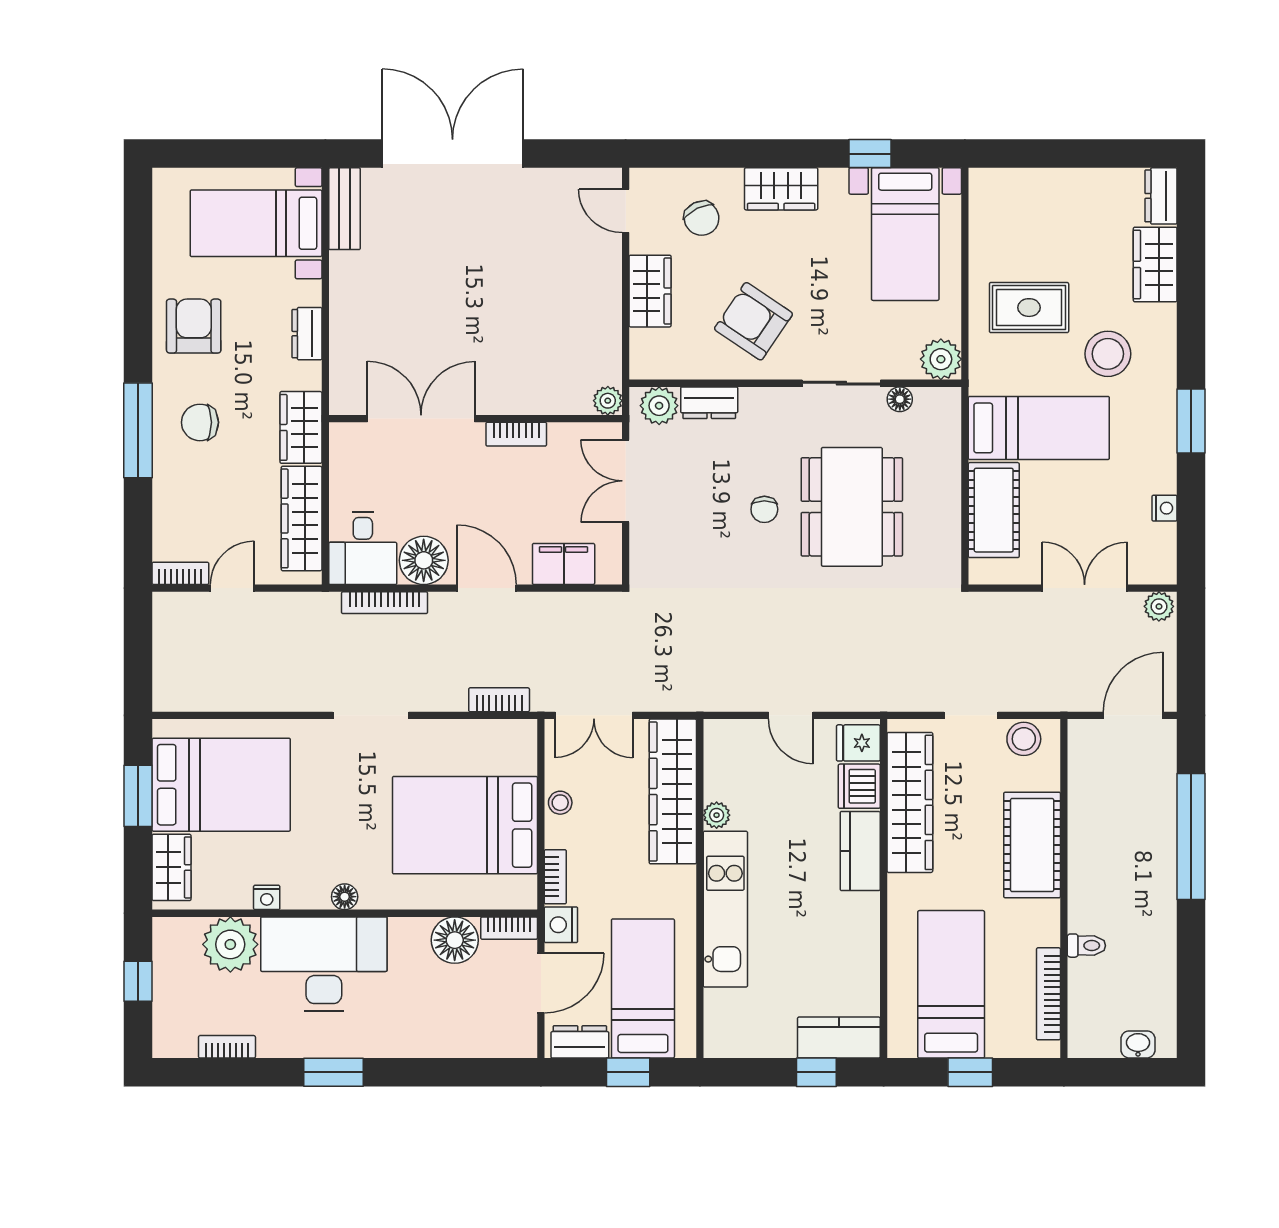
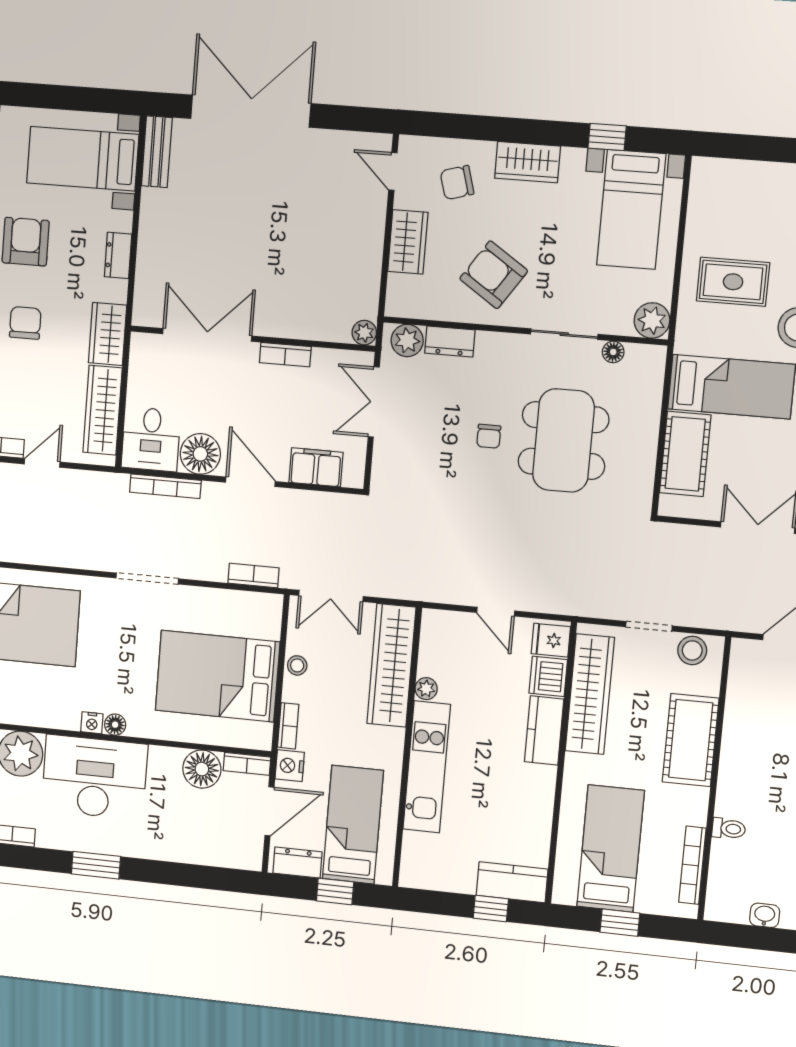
chair: (702, 218) -> (457, 183), turned 100
chair: (200, 422) -> (25, 323), turned 90
nightstand: (267, 897) -> (92, 723), moved

